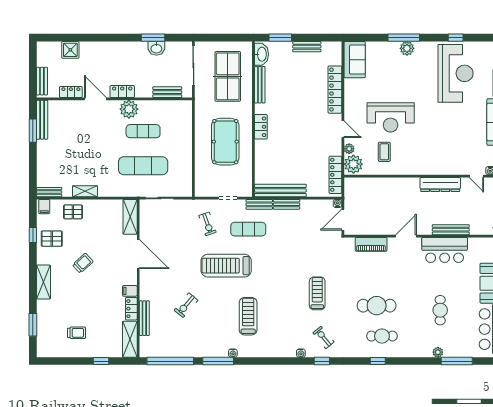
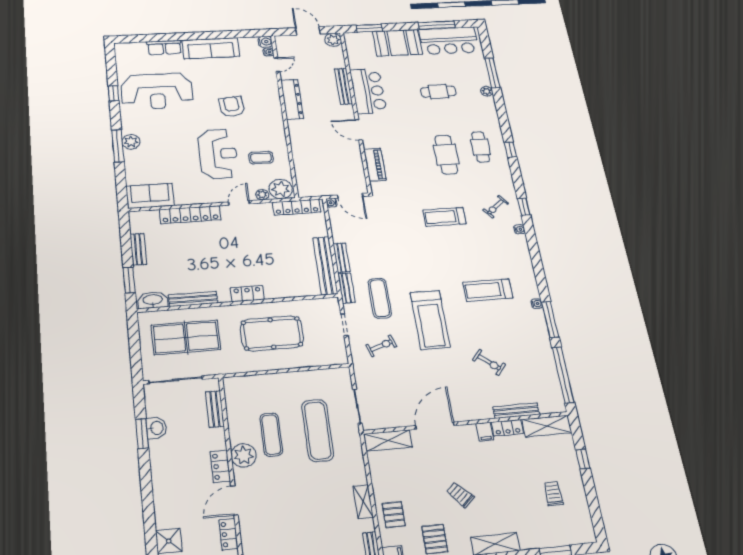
reception desk: (456, 73) -> (157, 91), turned 180
armchair: (436, 133) -> (232, 107), added

